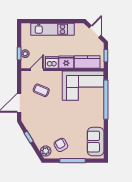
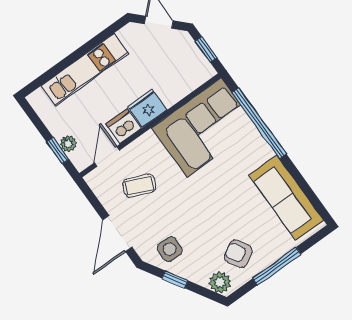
kitchen counter: (87, 62) -> (182, 83), removed
side table: (35, 124) -> (170, 249), added
sofa: (96, 142) -> (286, 198), width x1.36

